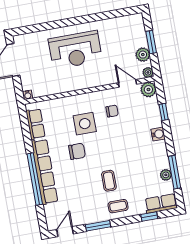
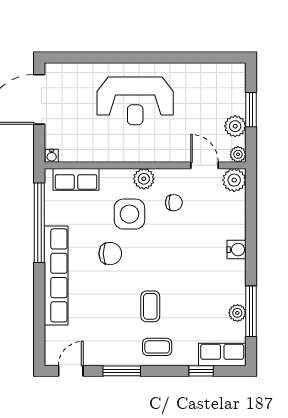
plant: (90, 99) -> (144, 179), added
window: (164, 112) -> (251, 218), removed
row of seats: (35, 124) -> (76, 179), moved, turned 90
window: (35, 179) -> (39, 223), moved

